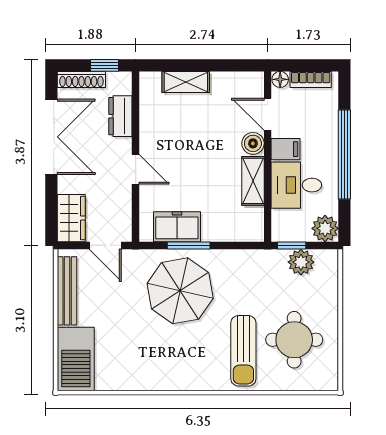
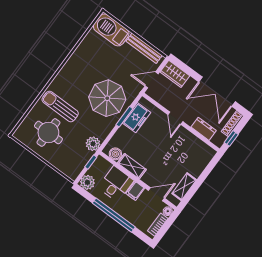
shelving: (186, 82) -> (184, 187), moved
boiler: (253, 143) -> (115, 154), moved
door: (136, 169) -> (175, 118), hinge flipped
plant: (301, 262) -> (93, 144), moved

